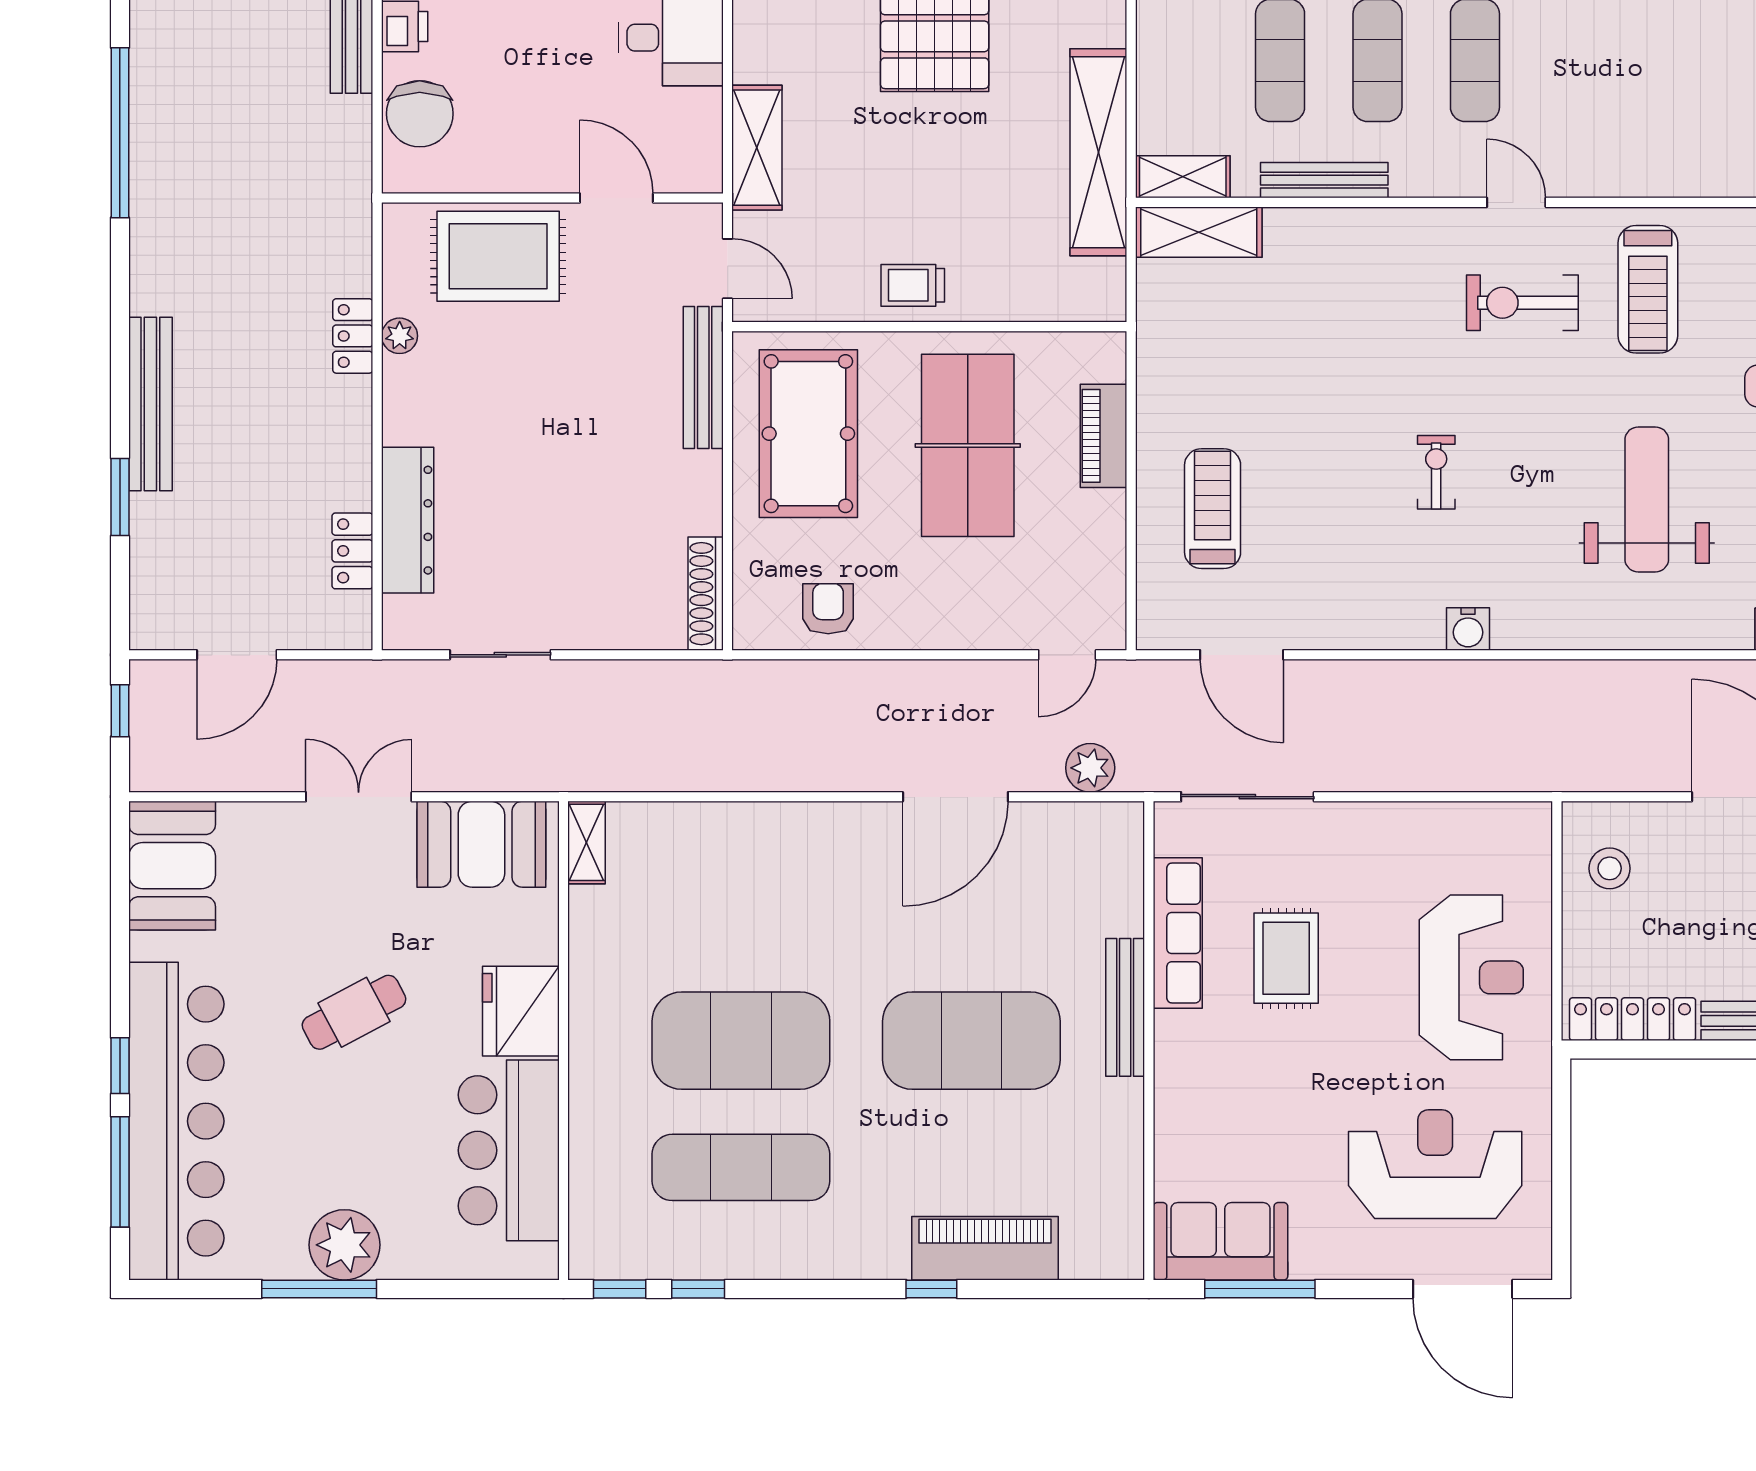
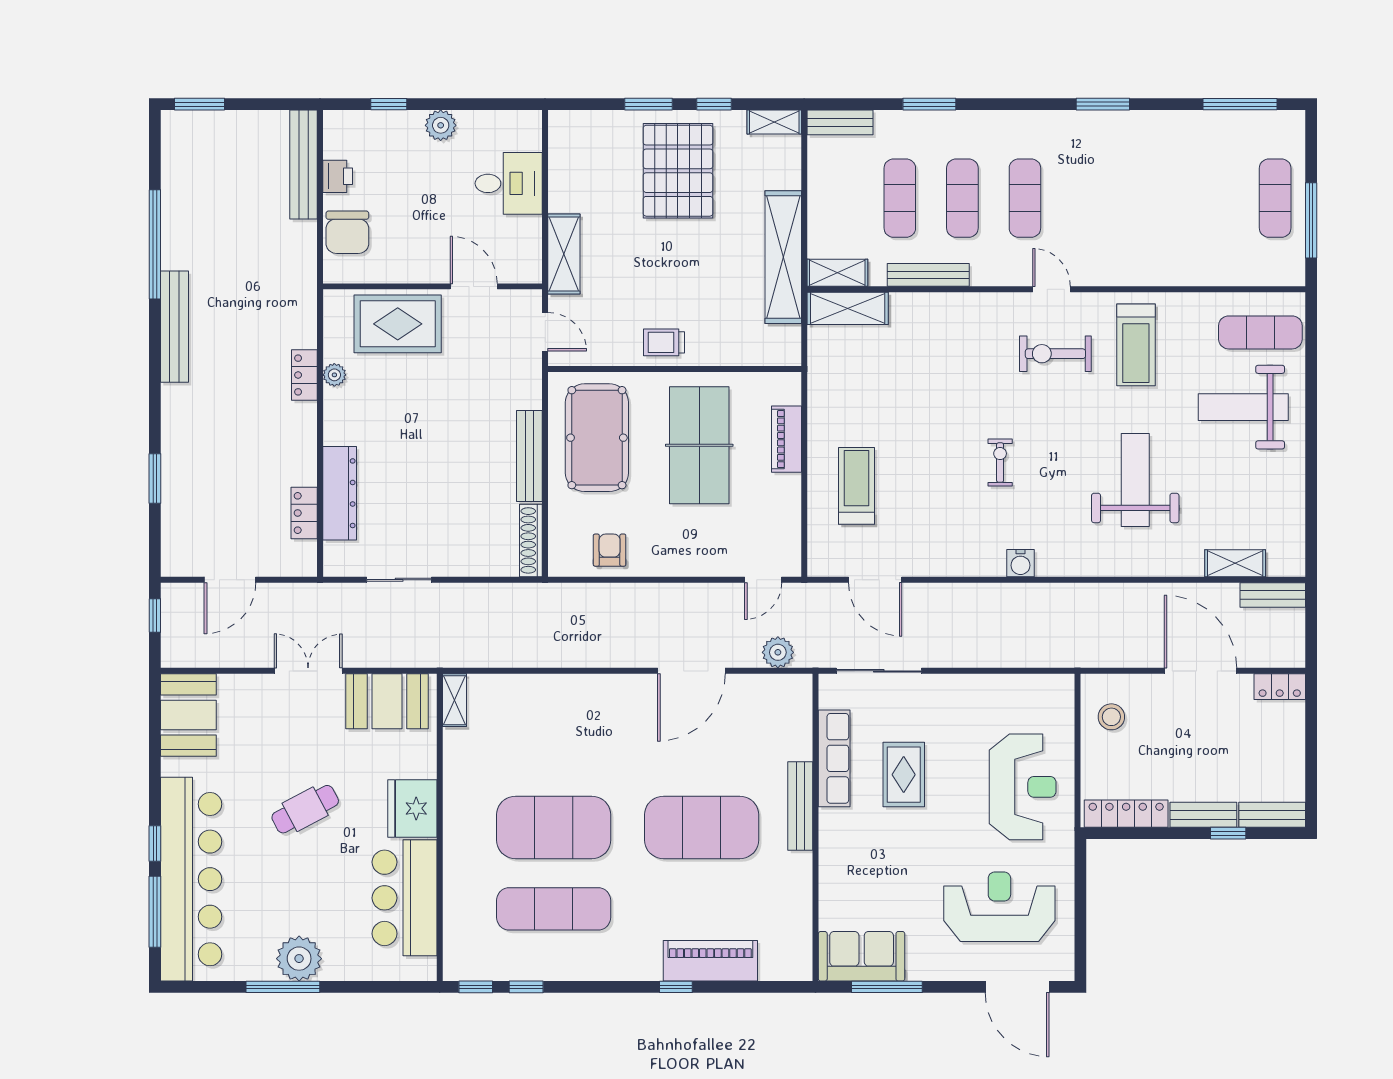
bench: (703, 378) -> (529, 456), moved
bench: (150, 404) -> (174, 327), moved

